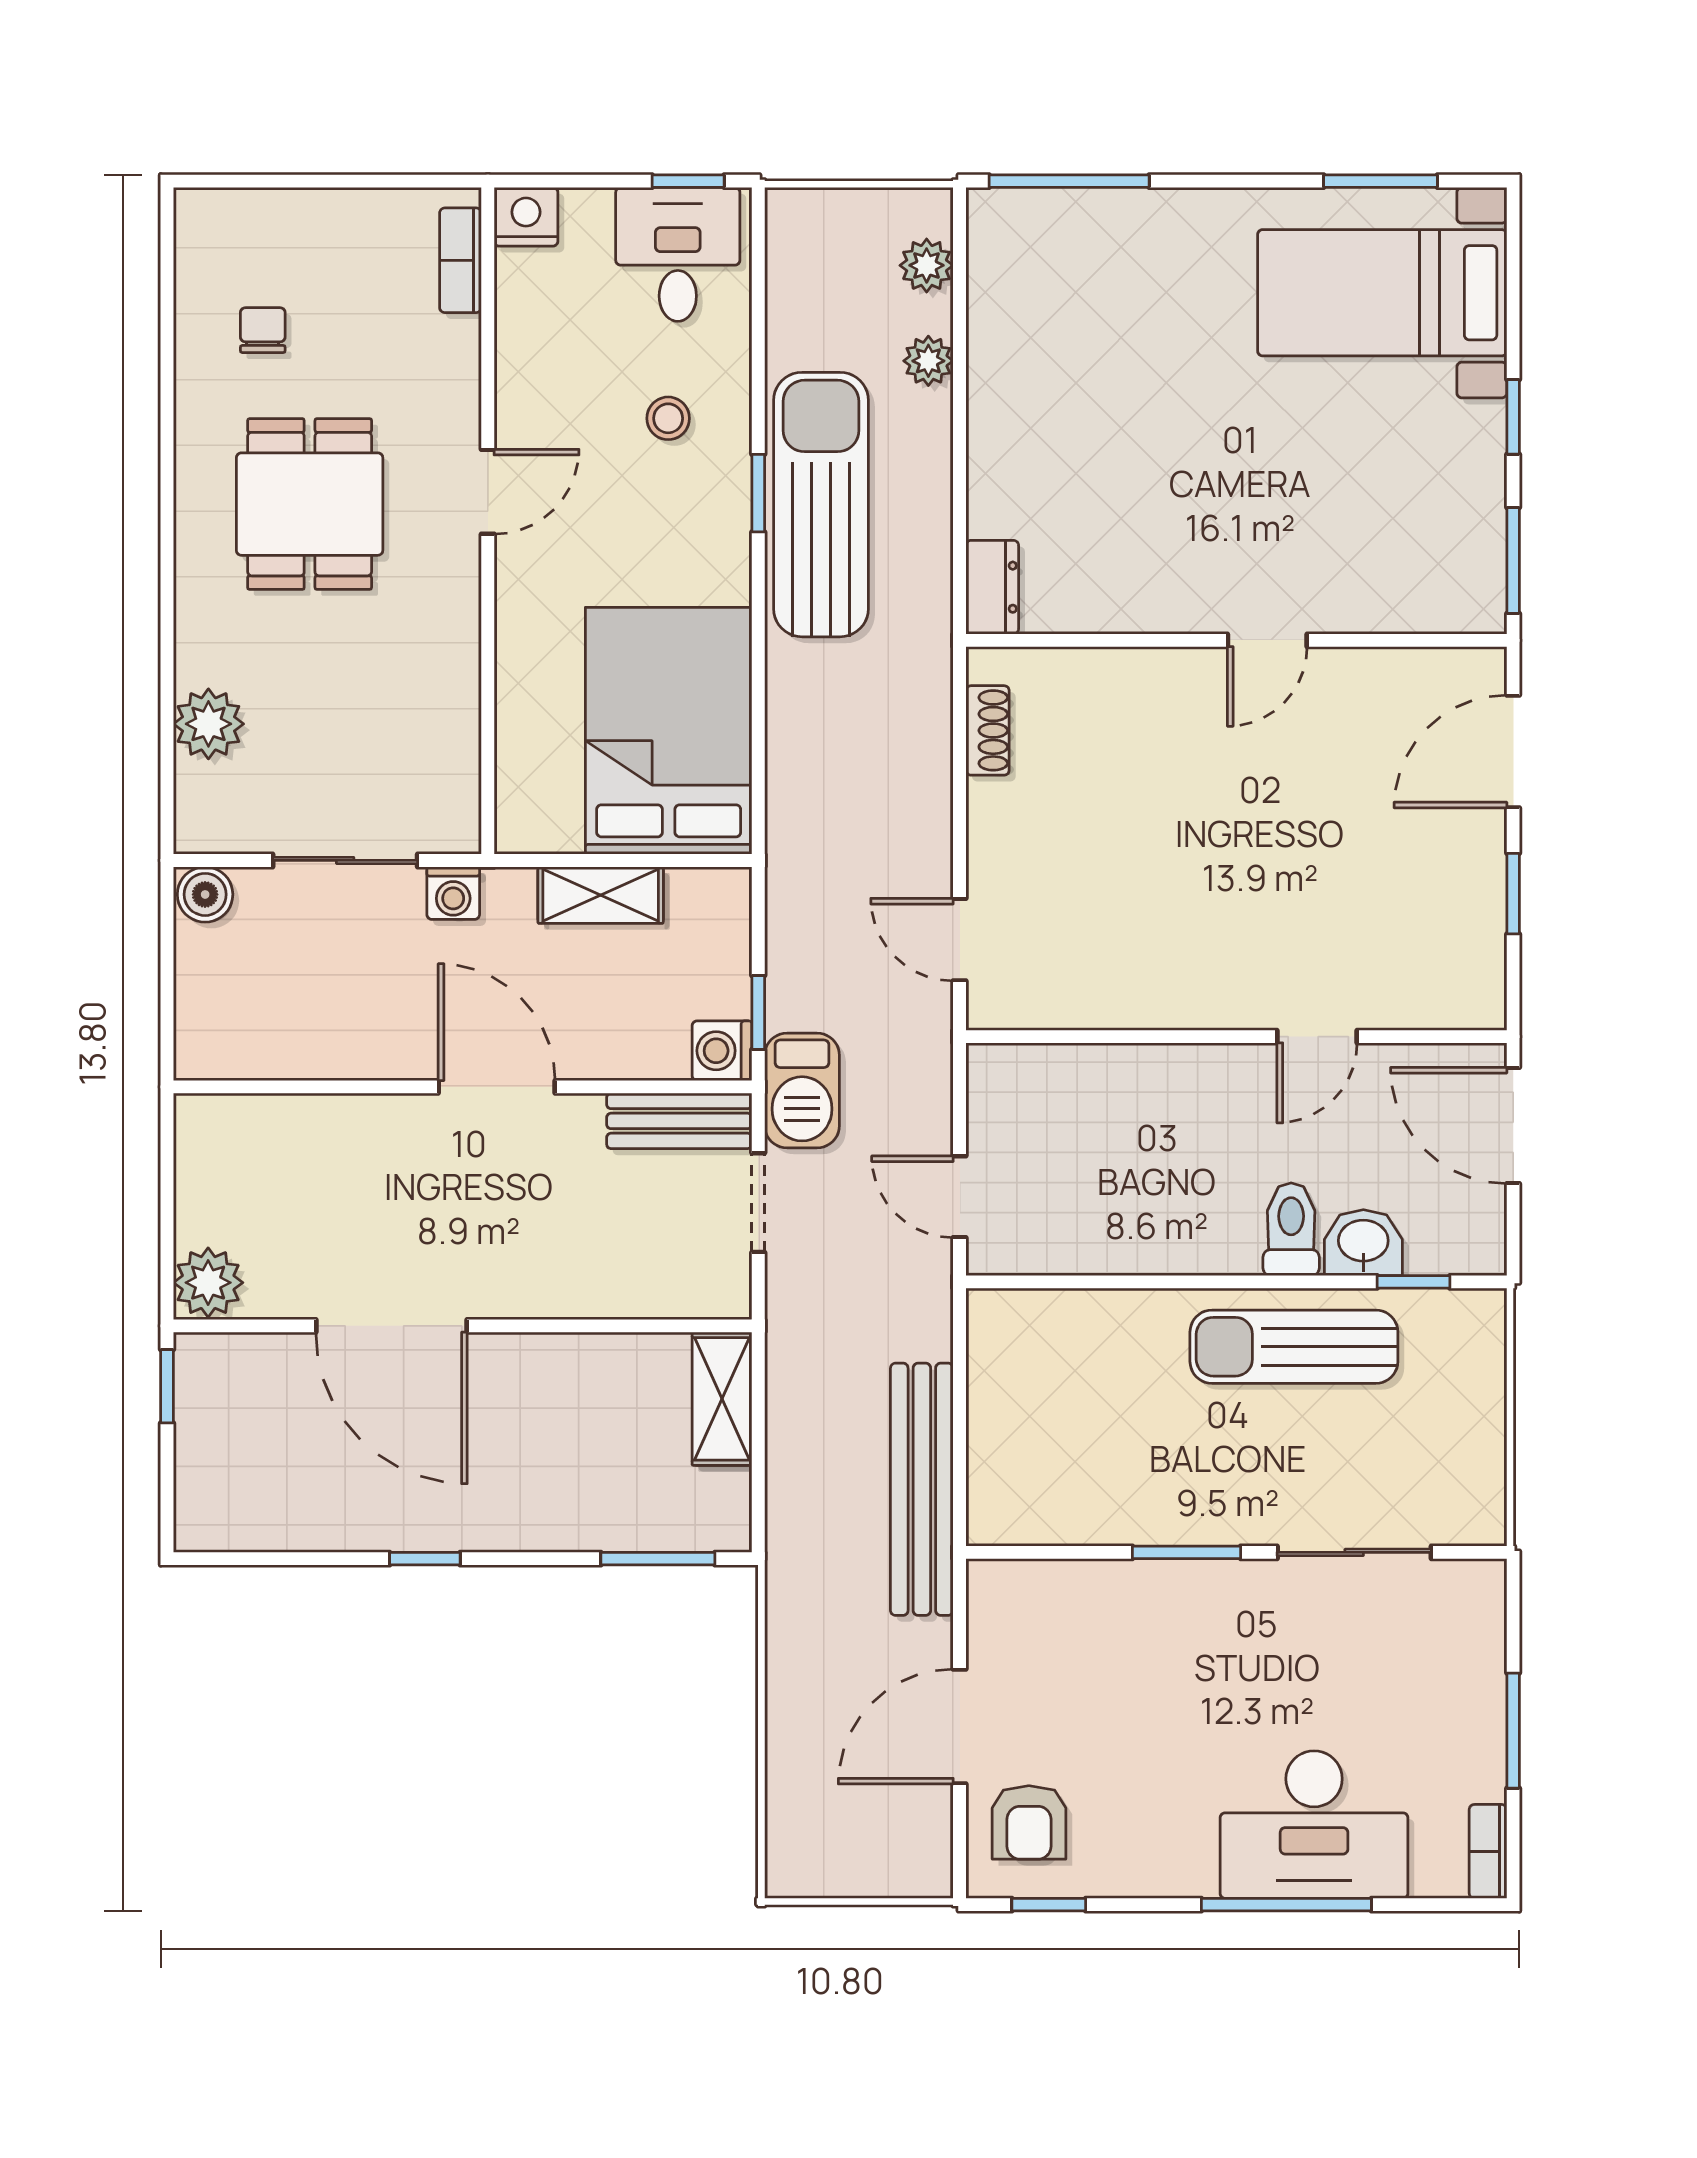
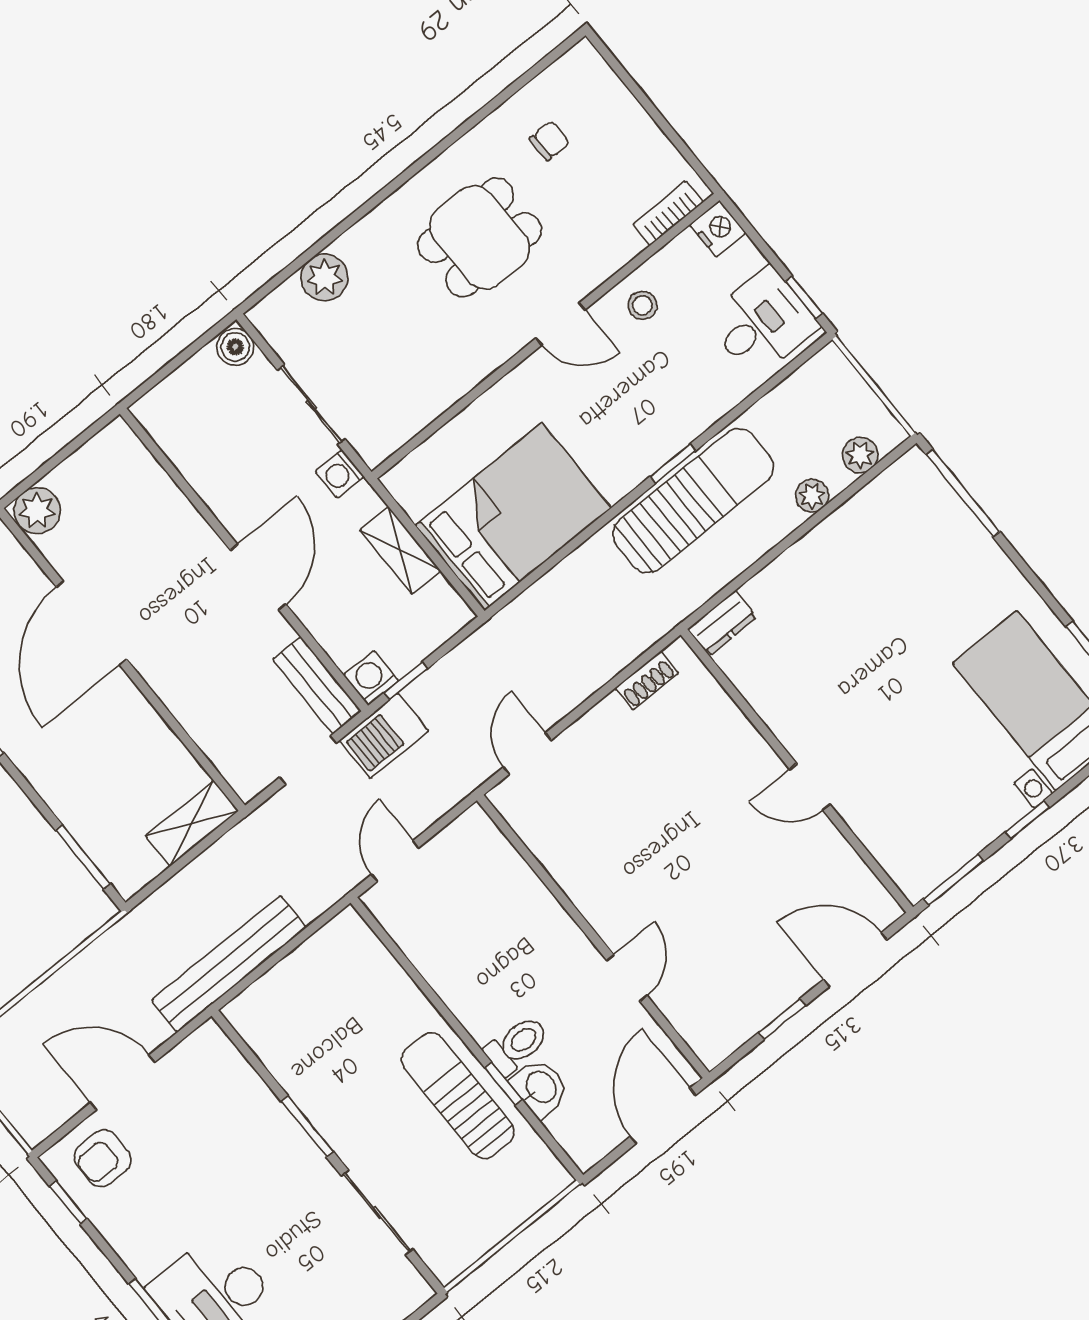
stool: (668, 418) -> (642, 305), moved
door: (1317, 1037) -> (627, 978), swing flipped
window: (1413, 1282) -> (503, 1084), moved

